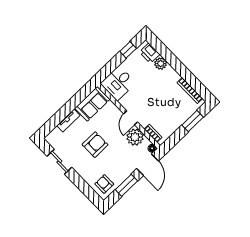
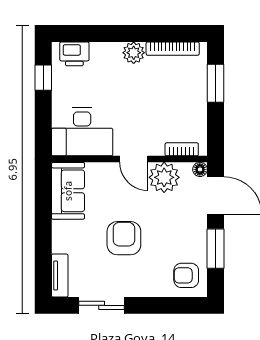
plant: (161, 64) -> (134, 53), moved
desk: (118, 83) -> (82, 132), width x1.37
tv unit: (68, 121) -> (60, 276), moved

